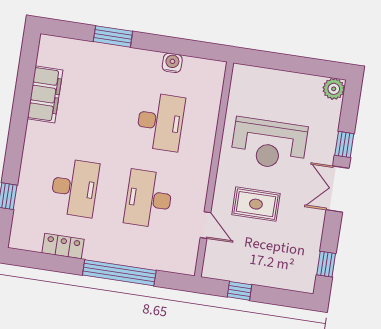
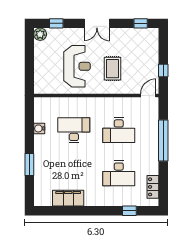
window: (344, 144) -> (56, 23), moved
desk: (75, 188) -> (119, 173), turned 180
door: (206, 225) -> (148, 96), moved
locker: (63, 246) -> (153, 187), moved

